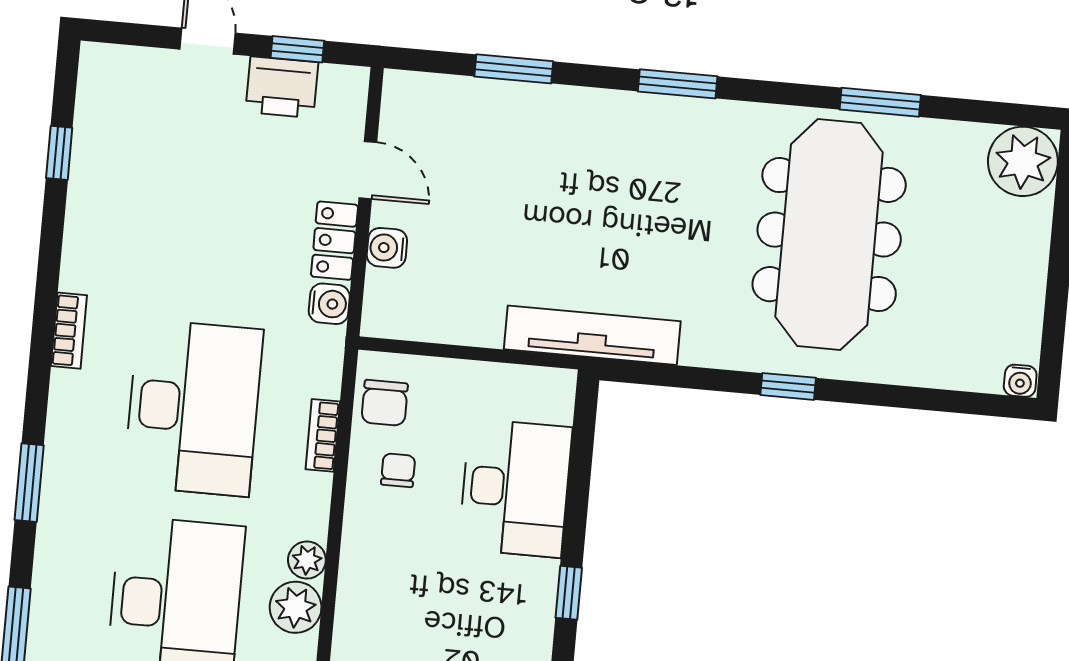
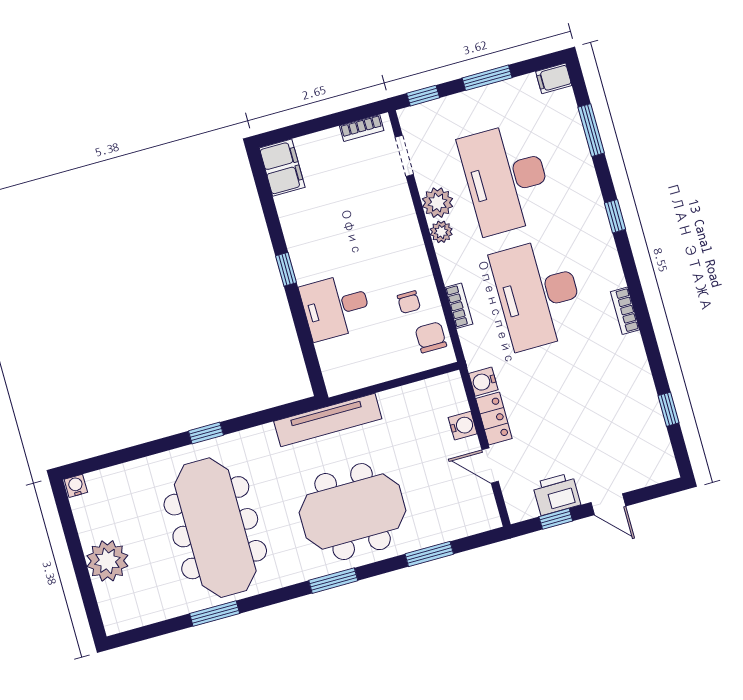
plant: (1023, 161) -> (107, 561), moved
meeting table: (607, 179) -> (353, 512), added
window: (29, 483) -> (615, 216), width x0.67
desk: (515, 488) -> (336, 307), width x0.73

